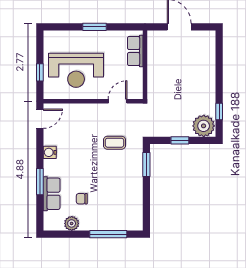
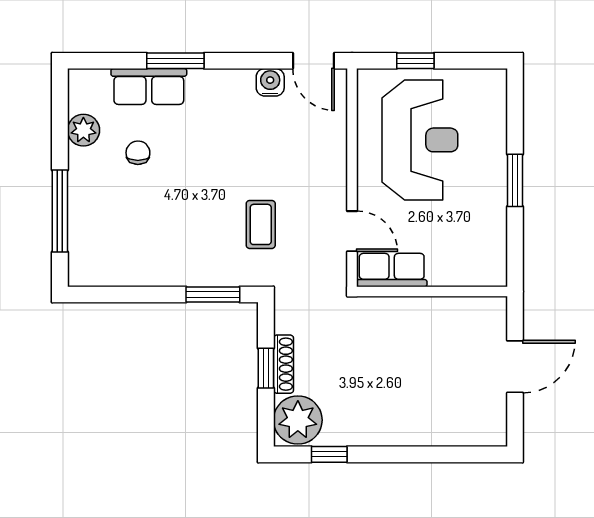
row of seats: (135, 51) -> (392, 270), moved
reception desk: (76, 70) -> (420, 140), turned 180
shoe rack: (178, 132) -> (283, 364), added
water cooler: (50, 152) -> (270, 82), moved

